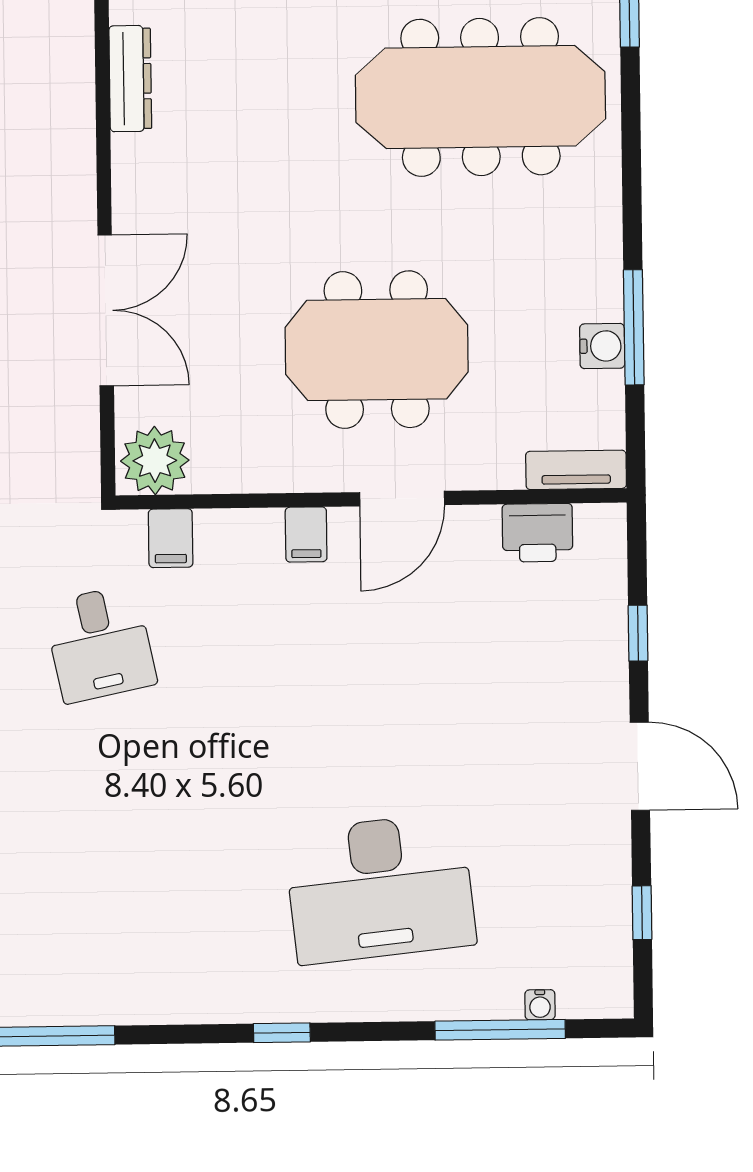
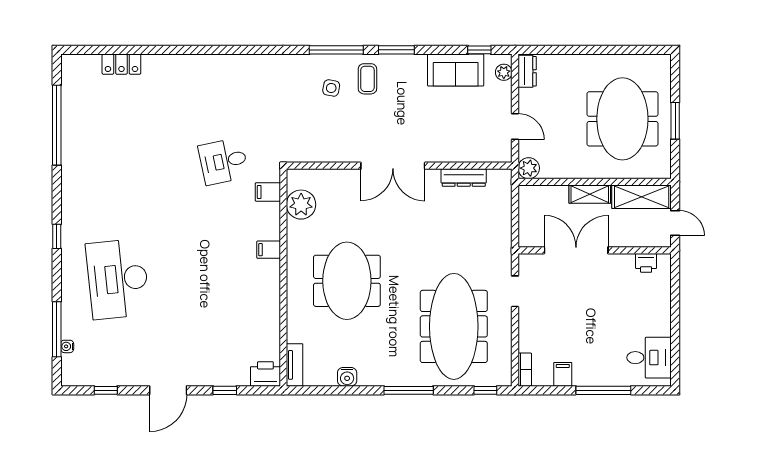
double door: (106, 310) -> (393, 166), moved
window: (634, 327) -> (409, 390), moved
plant: (155, 461) -> (301, 205), moved
door: (402, 499) -> (283, 291), removed
printer: (537, 533) -> (265, 374), moved, turned 90

